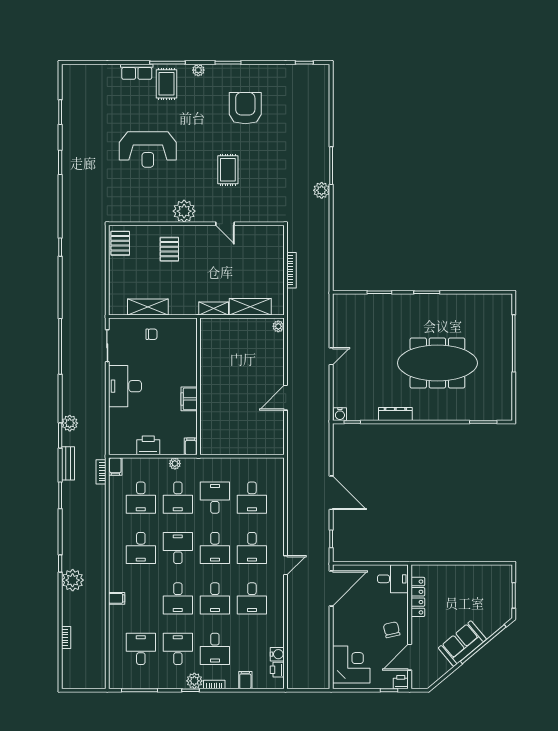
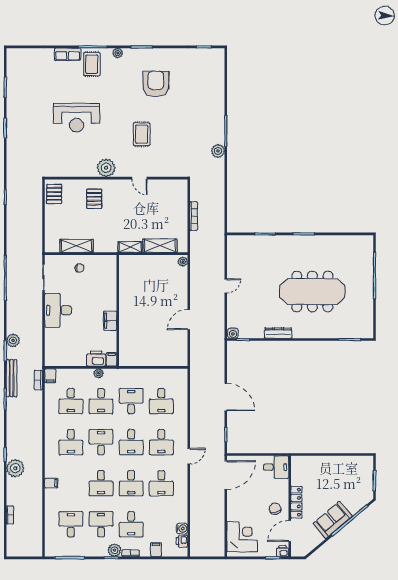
printer: (148, 445) -> (96, 359), moved
bench: (68, 463) -> (12, 378), width x1.36
locker: (418, 597) -> (296, 502), moved

